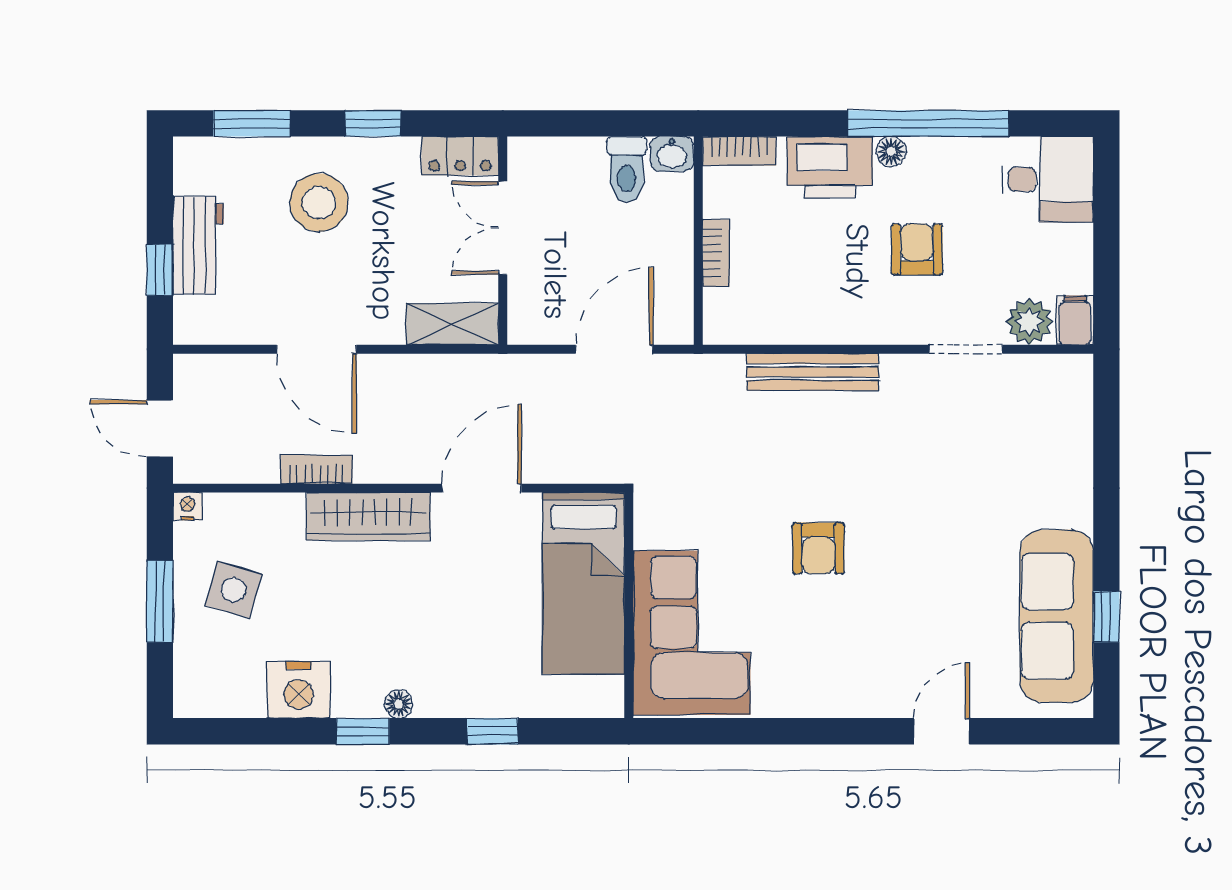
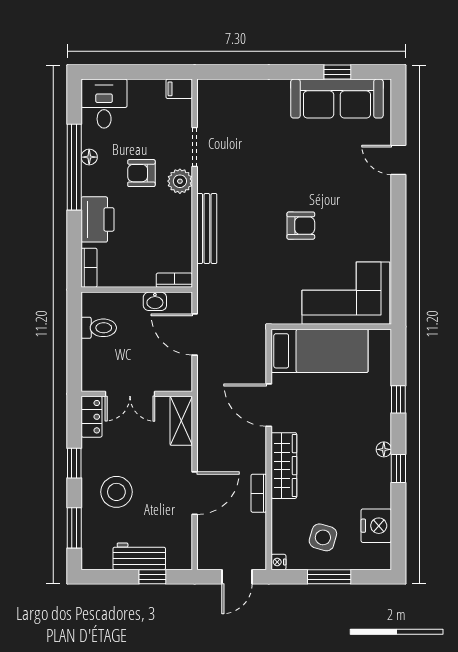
floor lamp: (891, 151) -> (89, 157), moved
washbasin: (672, 154) -> (155, 301), moved, turned 90
bookcase: (716, 253) -> (174, 280), moved
plant: (1030, 322) -> (180, 181), moved
nightstand: (299, 690) -> (376, 526), moved

